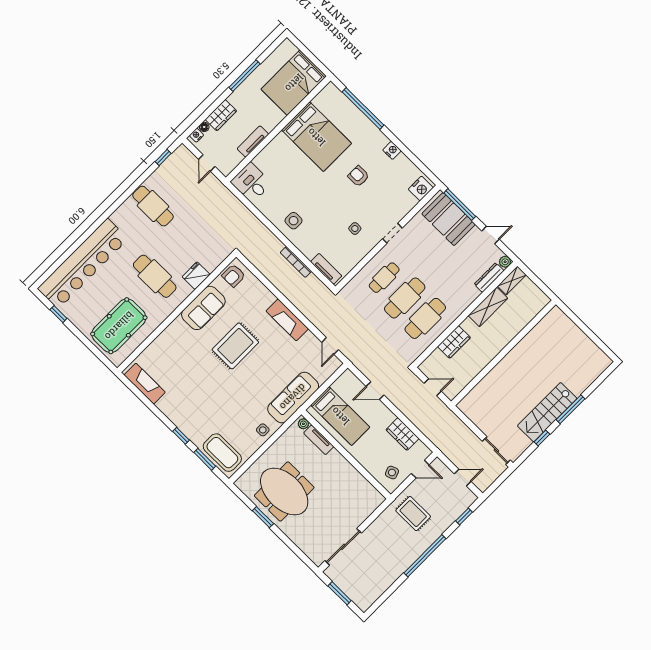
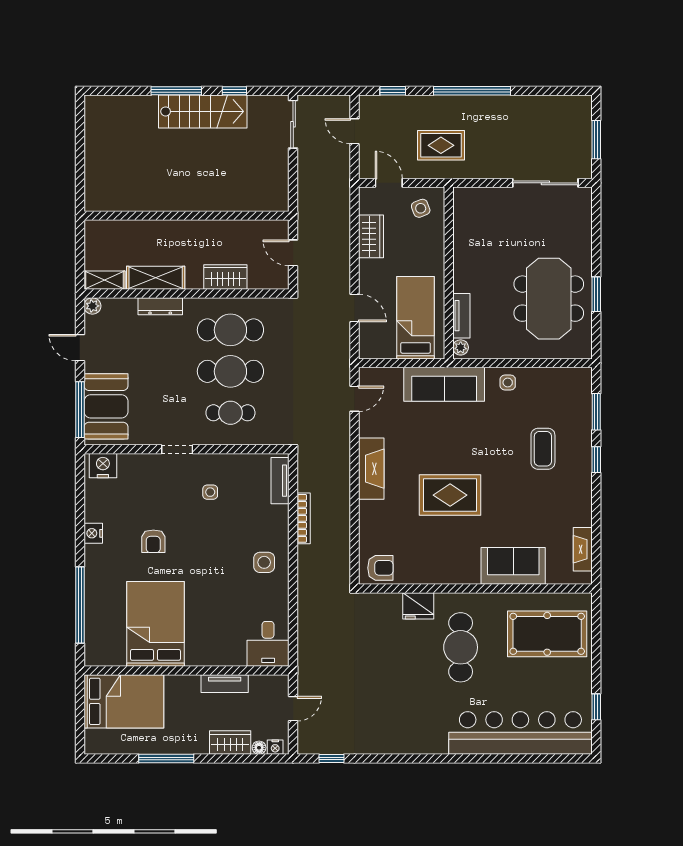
cafe table: (153, 206) -> (391, 720), removed
dresser: (489, 278) -> (160, 306), moved
sofa: (203, 308) -> (513, 566), moved
fireplace: (145, 384) -> (583, 549), width x0.73, depth x0.76
coffee table: (222, 453) -> (543, 449), moved, width x0.73, depth x0.76
rug: (413, 514) -> (441, 145), turned 90

